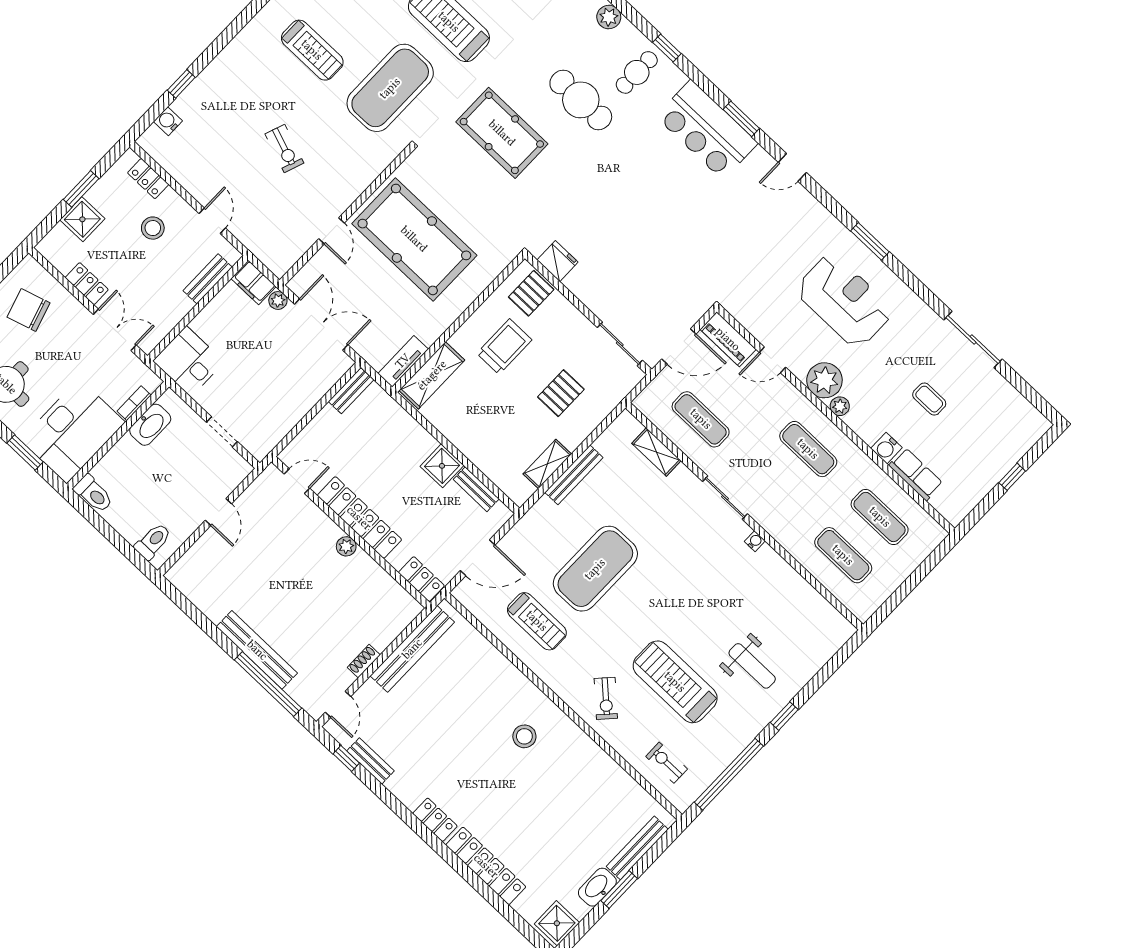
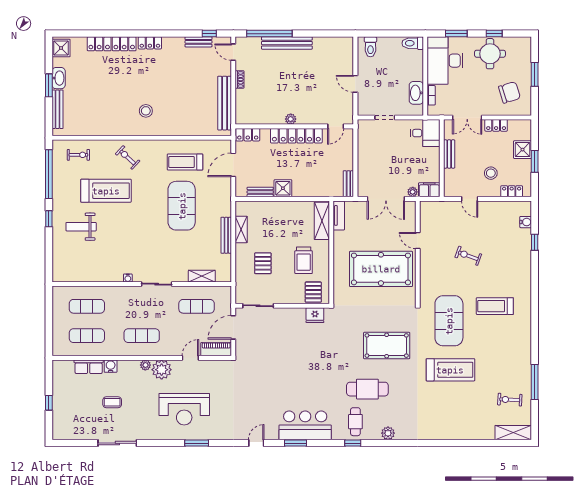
bench: (208, 279) -> (449, 154), moved

